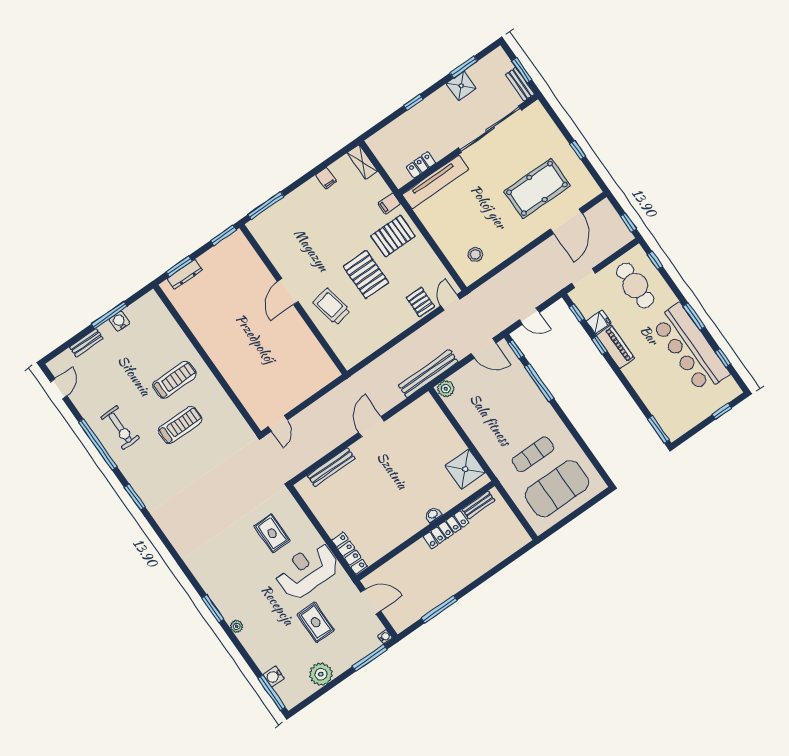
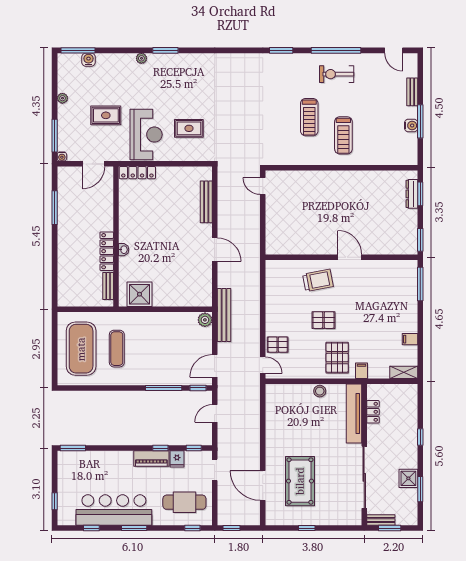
stool: (475, 254) -> (320, 391), moved
pallet: (366, 274) -> (323, 320), width x0.67, depth x0.71
plant: (321, 674) -> (62, 98), width x0.53, depth x0.53

